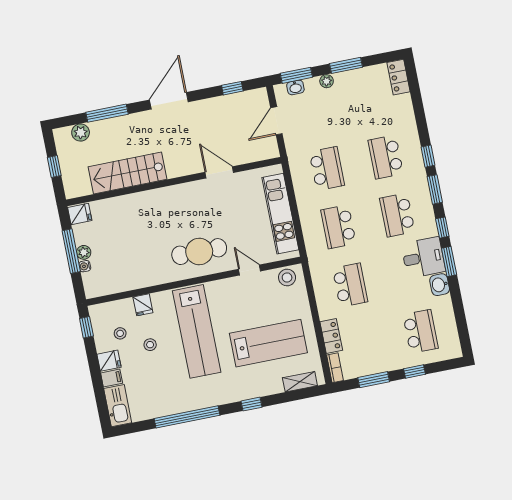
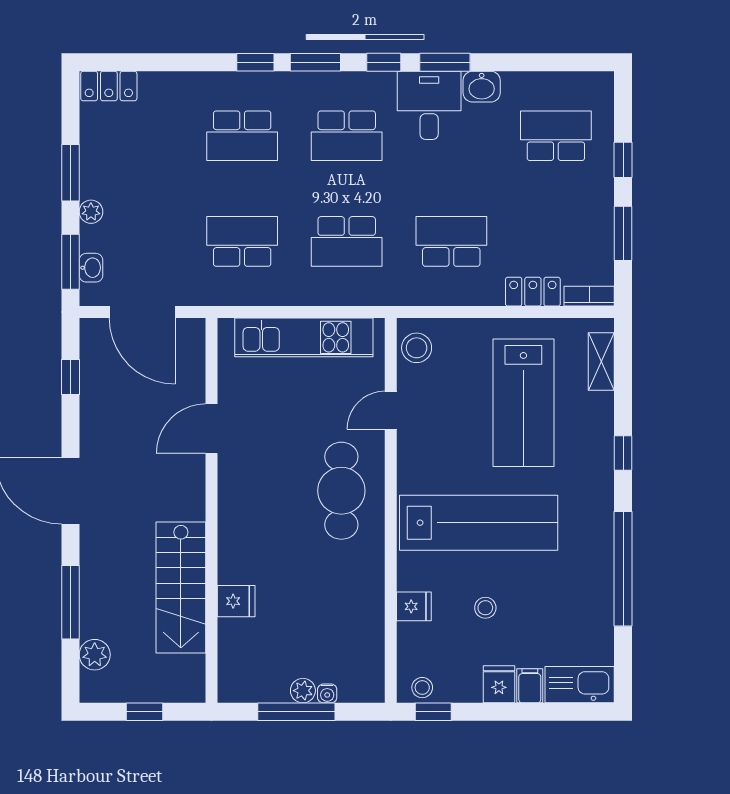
door: (276, 121) -> (142, 312), width x1.36
fridge: (80, 214) -> (236, 601), moved, turned 90
stool: (120, 333) -> (422, 688), moved
lab bench: (268, 343) -> (523, 403), turned 180

